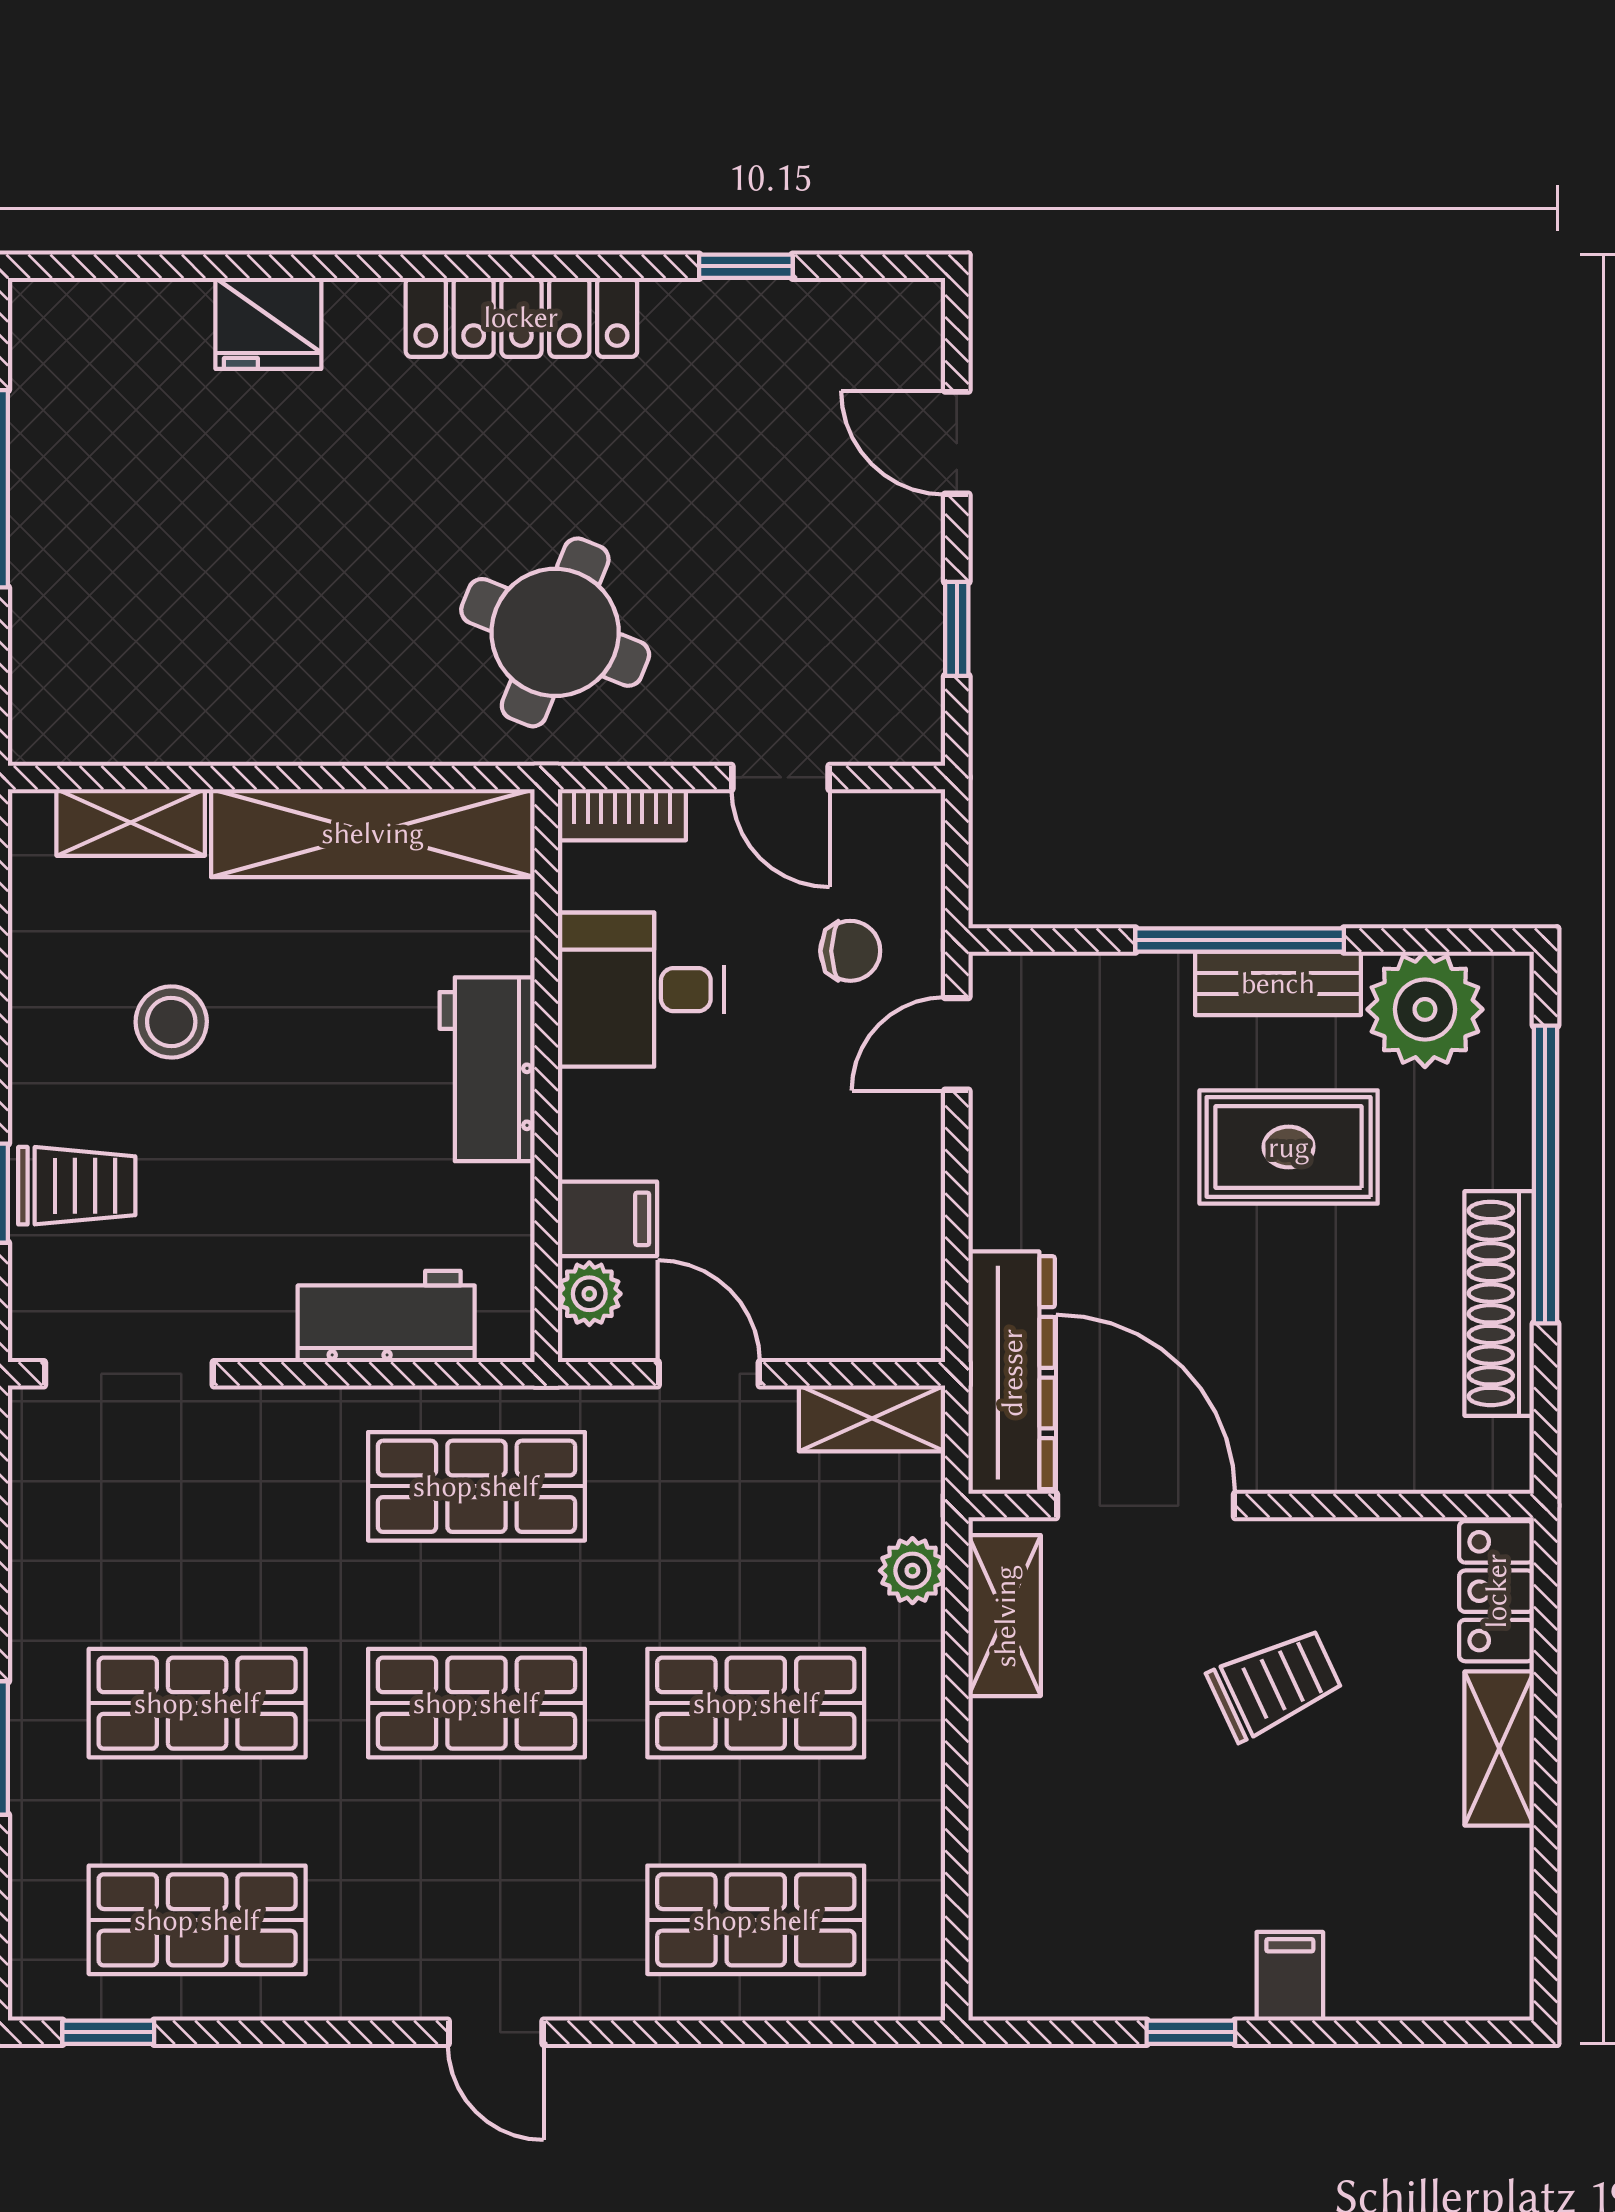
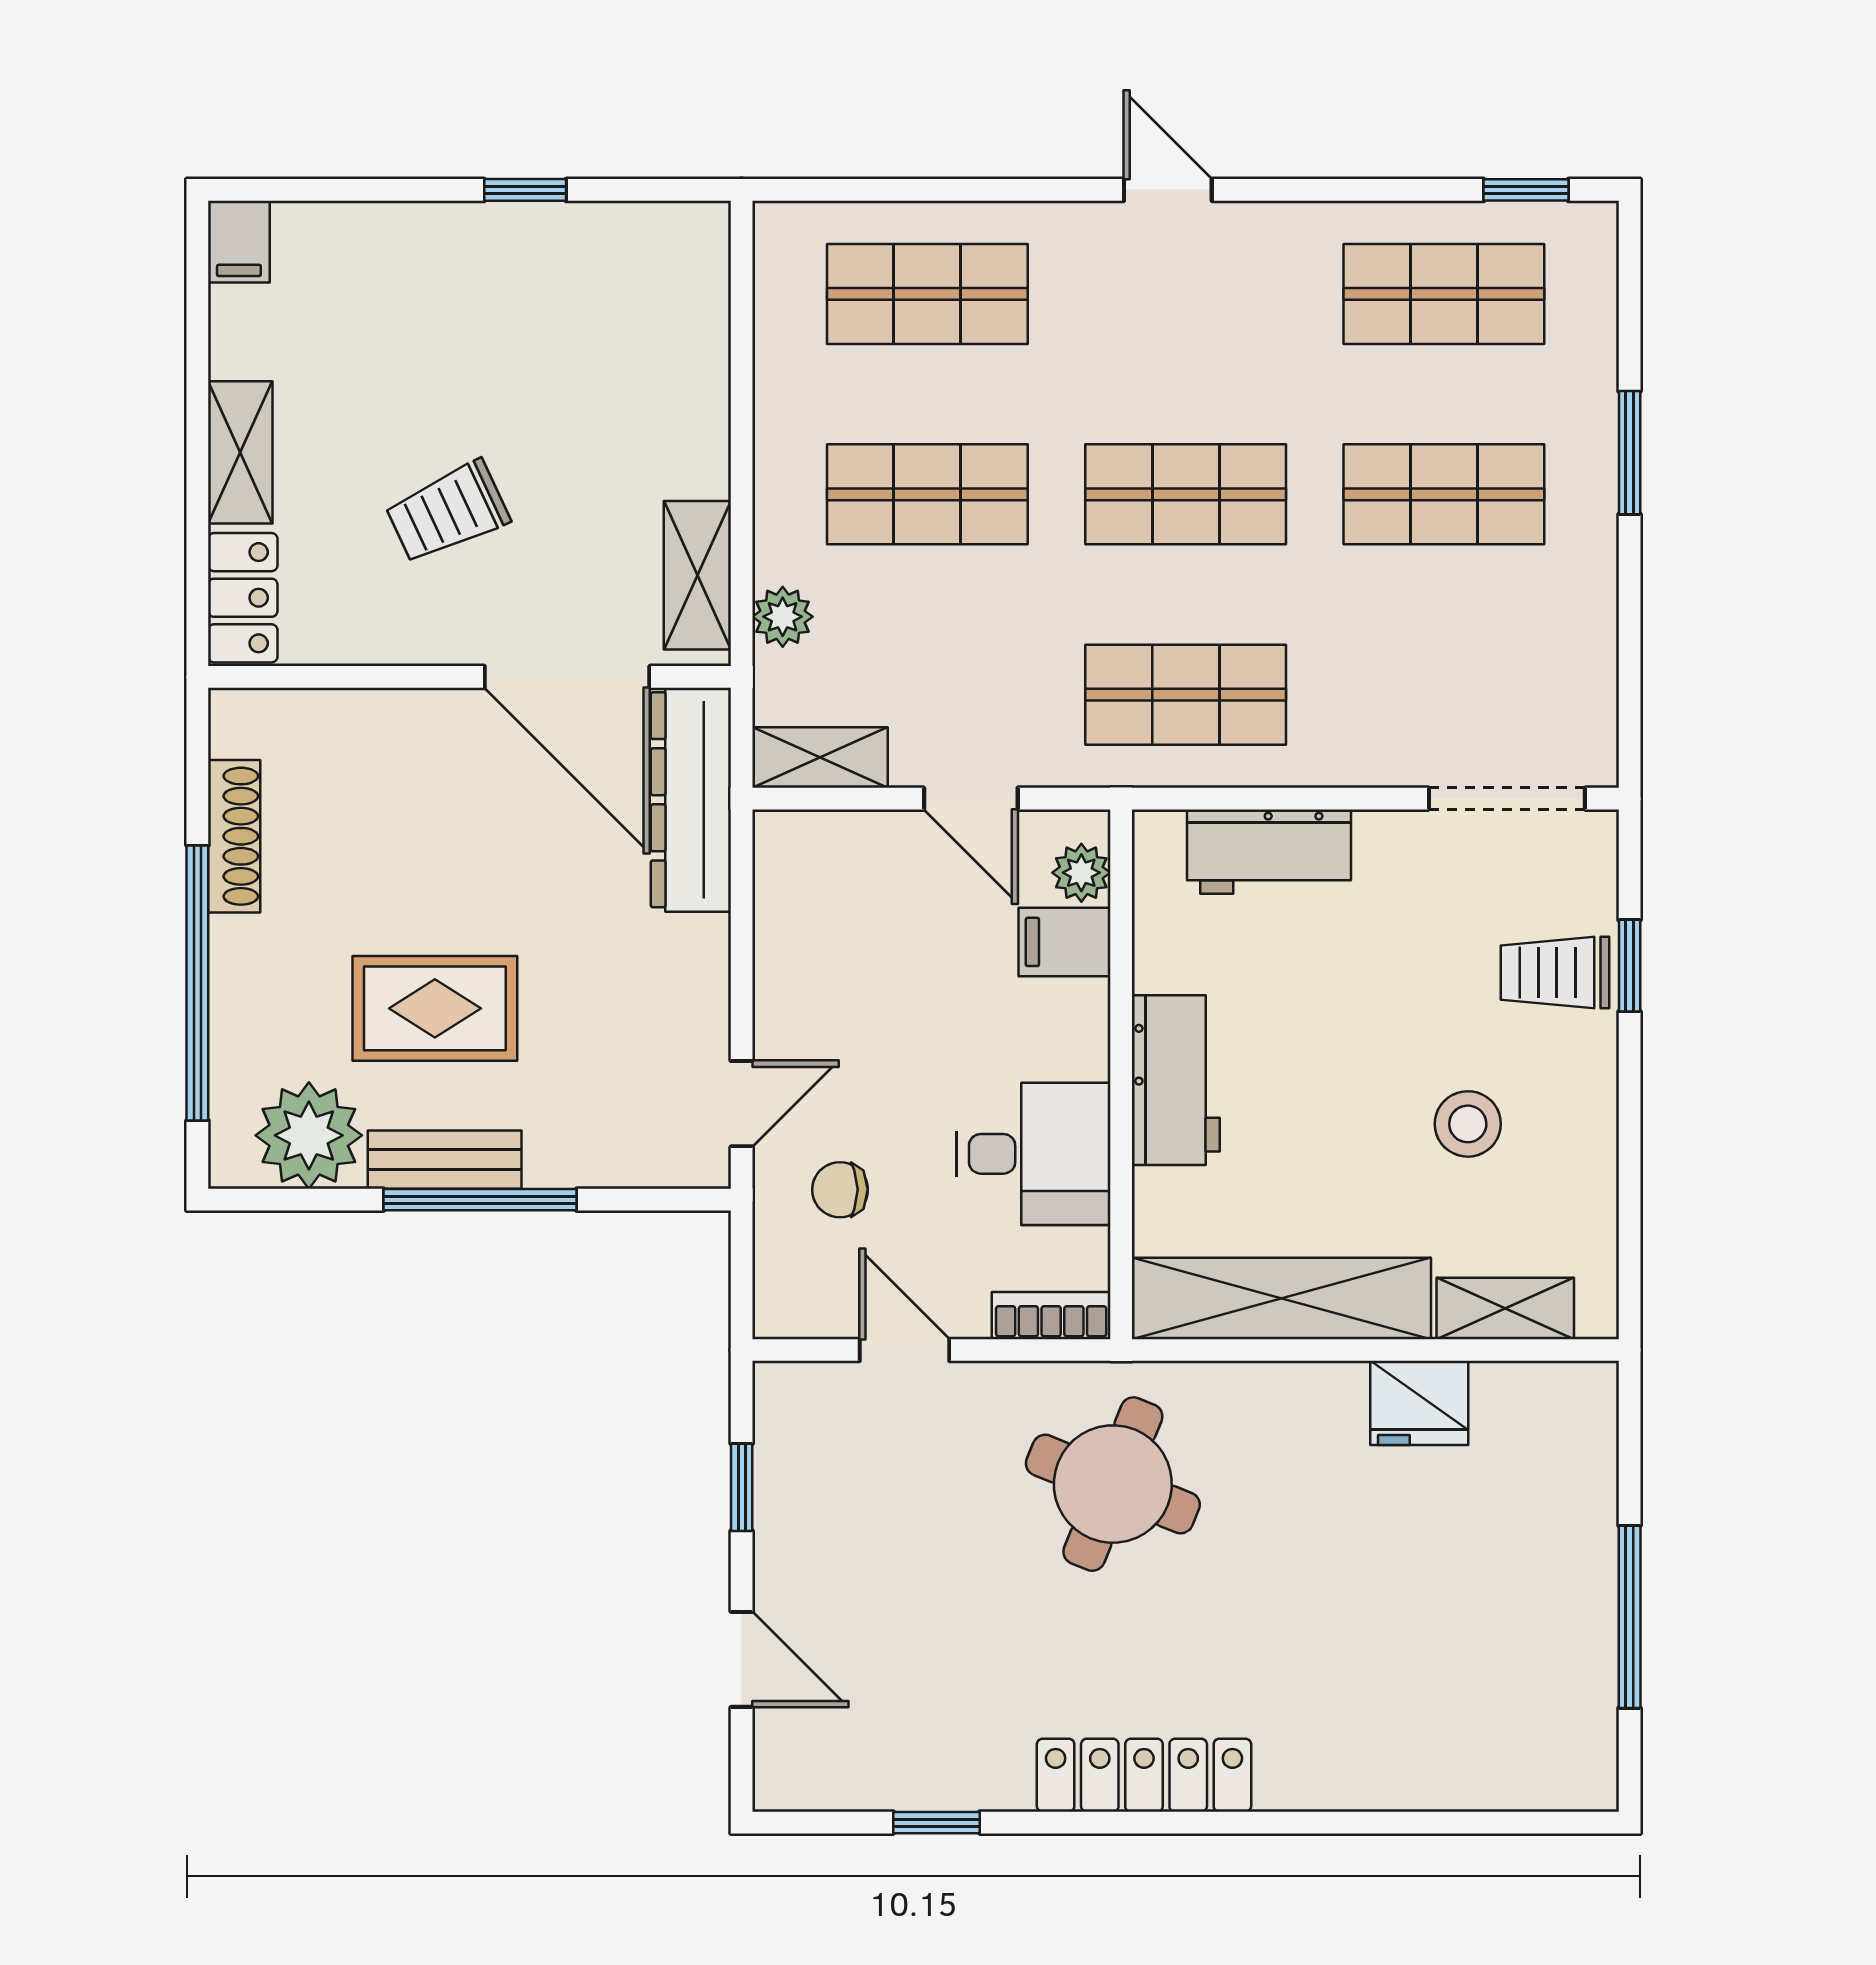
fridge: (268, 323) -> (1419, 1403), moved, turned 180
shoe rack: (1499, 1303) -> (234, 836), width x0.74, depth x0.81
filing cabinet: (1290, 1976) -> (239, 242), moved

